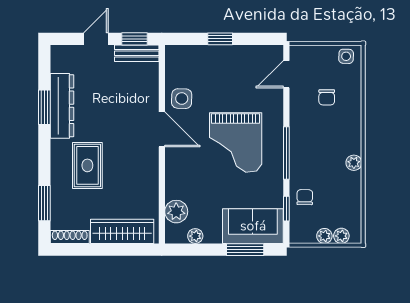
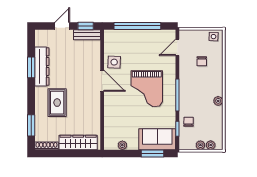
window: (220, 39) -> (137, 26), width x3.17
plant: (176, 212) -> (111, 130), removed

